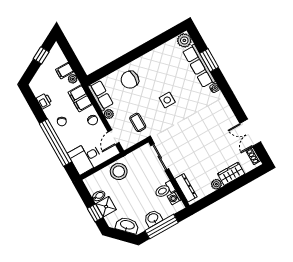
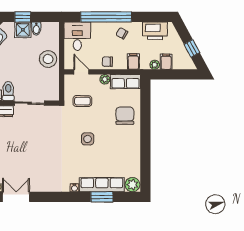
filing cabinet: (80, 98) -> (133, 62), width x0.50
printer: (44, 101) -> (155, 31), width x1.87, depth x1.48
sliding door: (160, 157) -> (29, 103), moved

